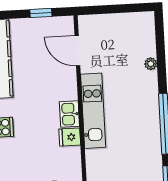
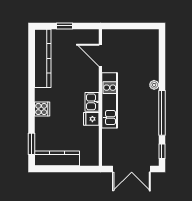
window: (41, 13) -> (65, 26), moved
plant: (151, 64) -> (154, 85), moved

